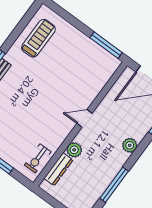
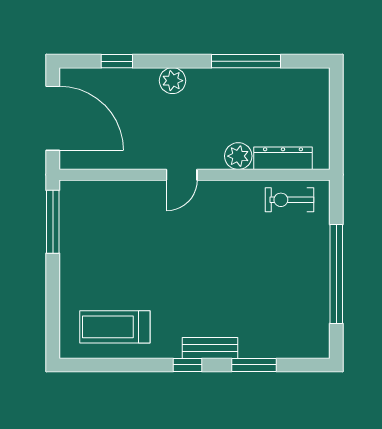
door: (85, 118) -> (182, 175), hinge flipped
exercise bike: (38, 158) -> (290, 200), turned 180

